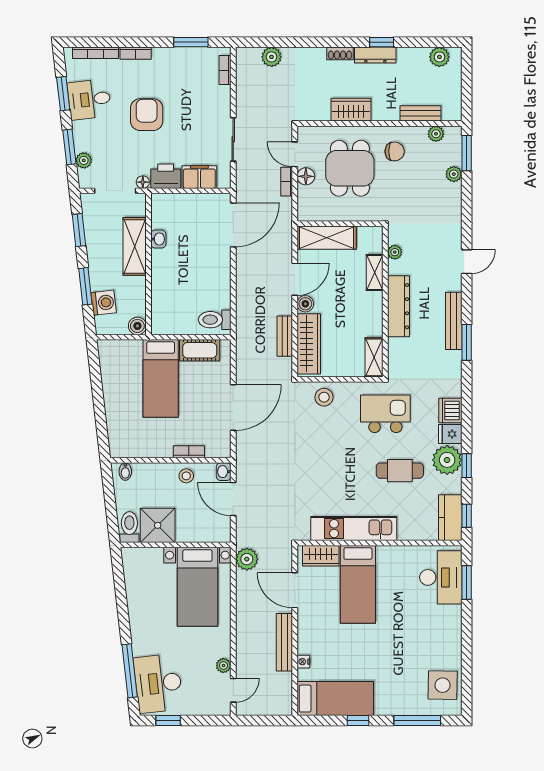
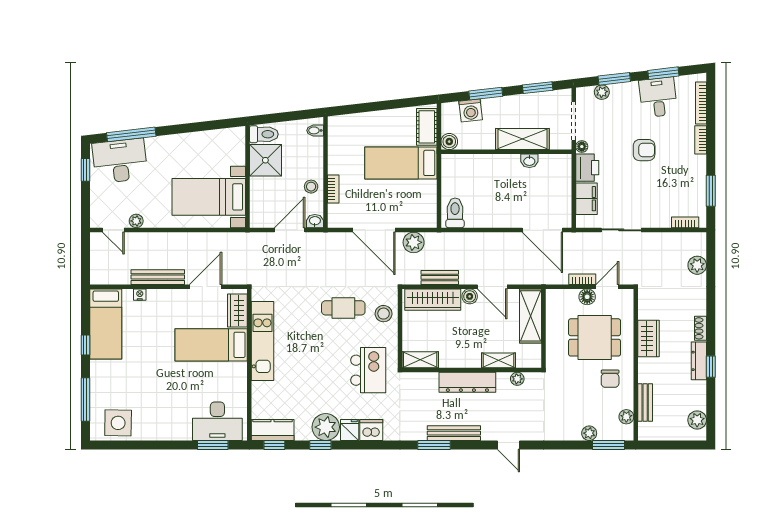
armchair: (147, 115) -> (644, 150), width x0.72, depth x0.72
cot: (200, 350) -> (427, 127), moved
cafe table: (400, 471) -> (343, 308), moved, turned 90
plant: (247, 559) -> (414, 242), moved

